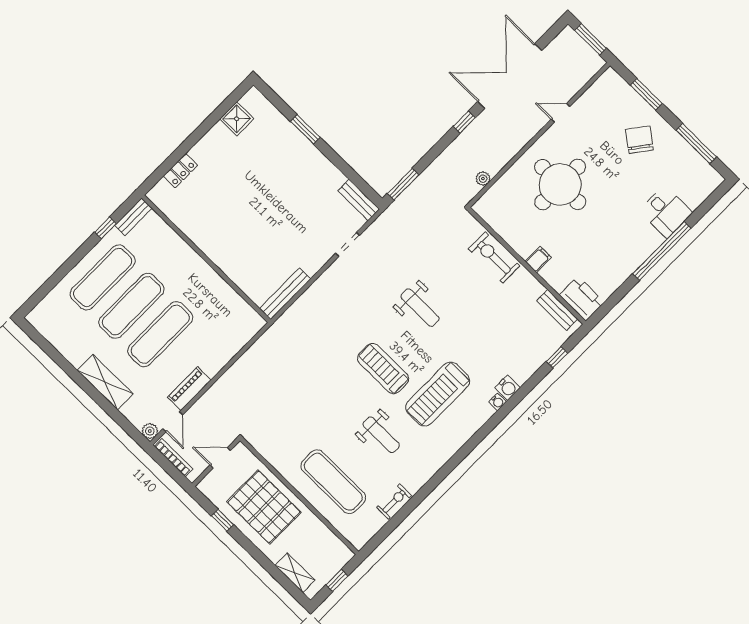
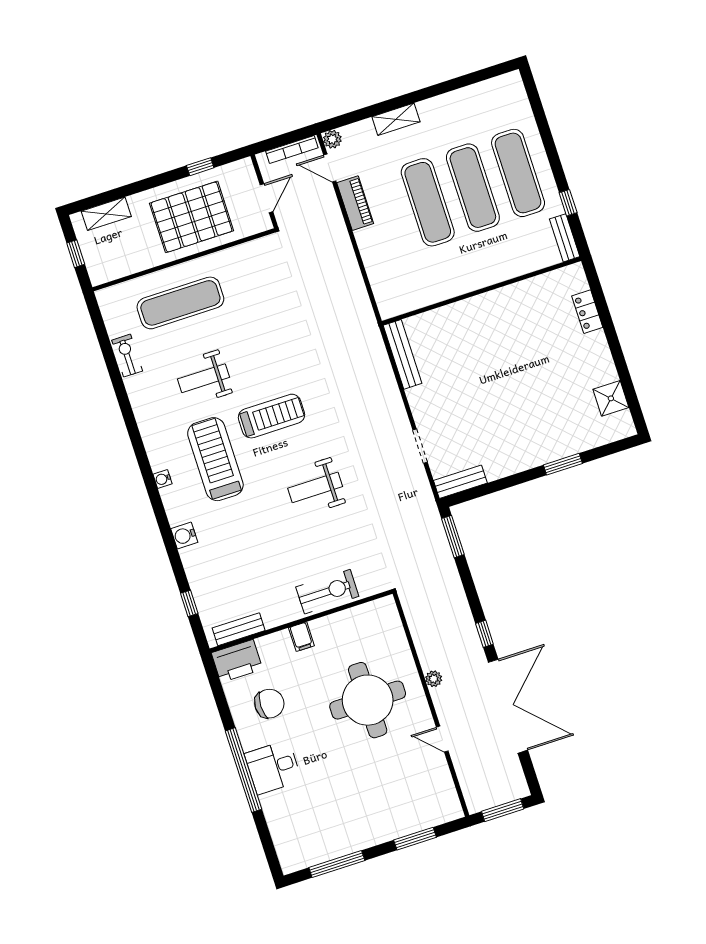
door: (560, 113) -> (442, 739), swing flipped
chair: (639, 140) -> (269, 704), moved, turned -37
plant: (483, 179) -> (434, 679), moved
desk: (666, 212) -> (273, 767), moved
shelving: (105, 382) -> (396, 119), width x0.67, depth x0.75
water cooler: (497, 402) -> (163, 479), moved
exercise bike: (394, 501) -> (127, 356), turned 180

